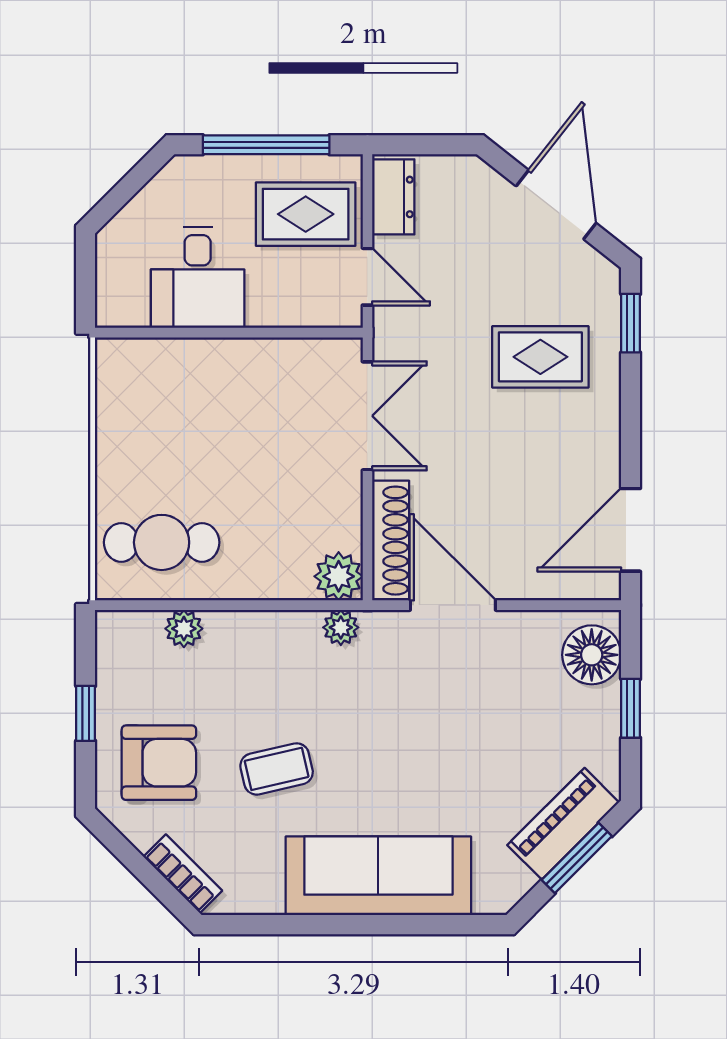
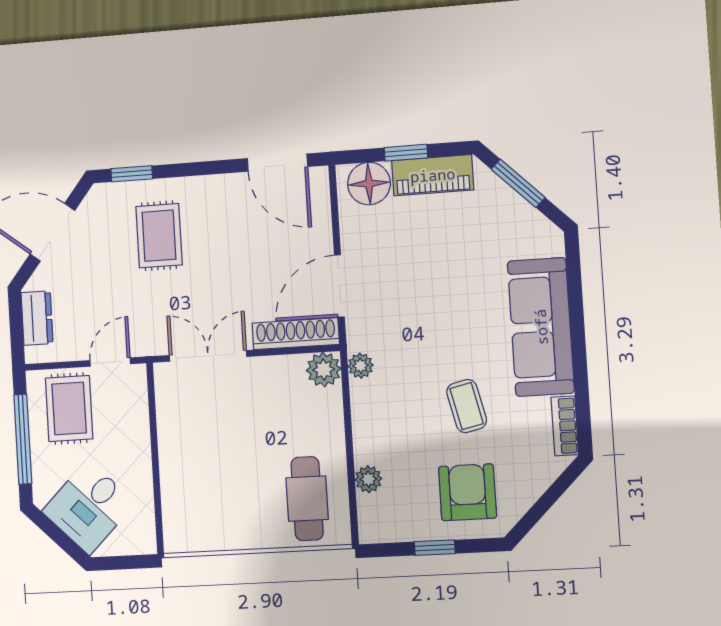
dresser: (393, 197) -> (37, 318), moved, turned 90
desk: (198, 278) -> (89, 507), moved, turned 135
piano: (563, 824) -> (433, 175), moved, turned -45
bookcase: (183, 874) -> (565, 426), moved, turned -45

